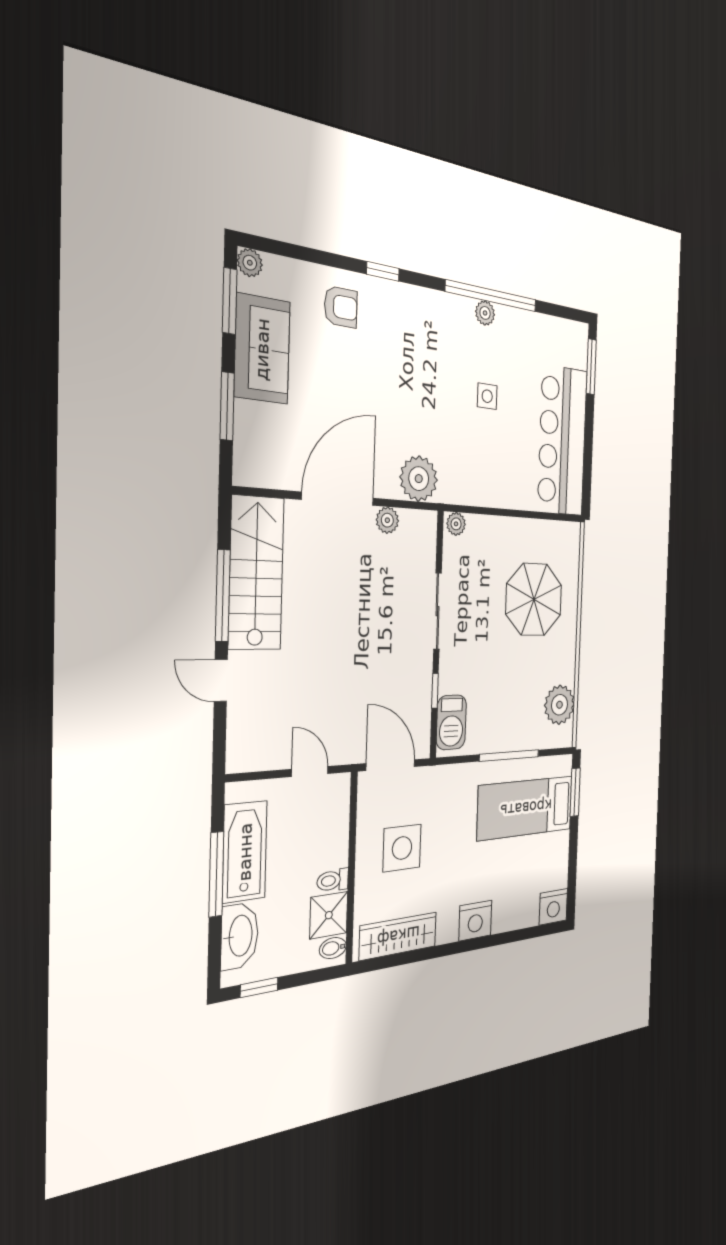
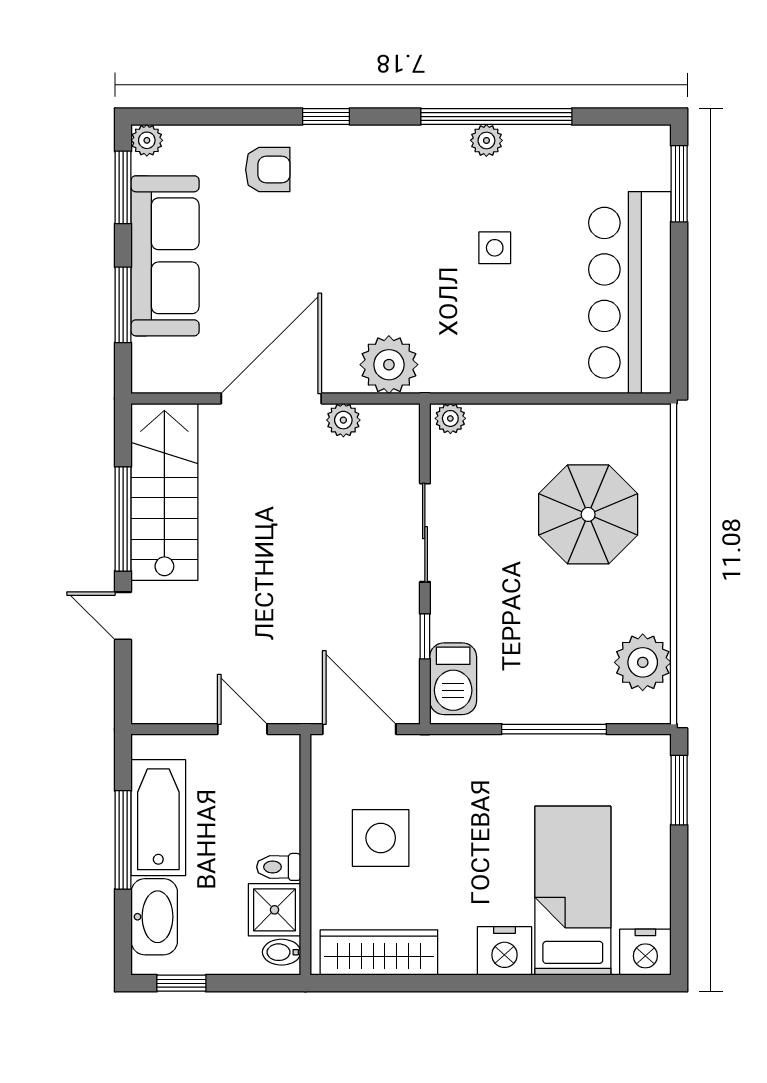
sofa: (262, 349) -> (165, 256), width x1.36
bed: (526, 808) -> (573, 891), moved, turned 90

